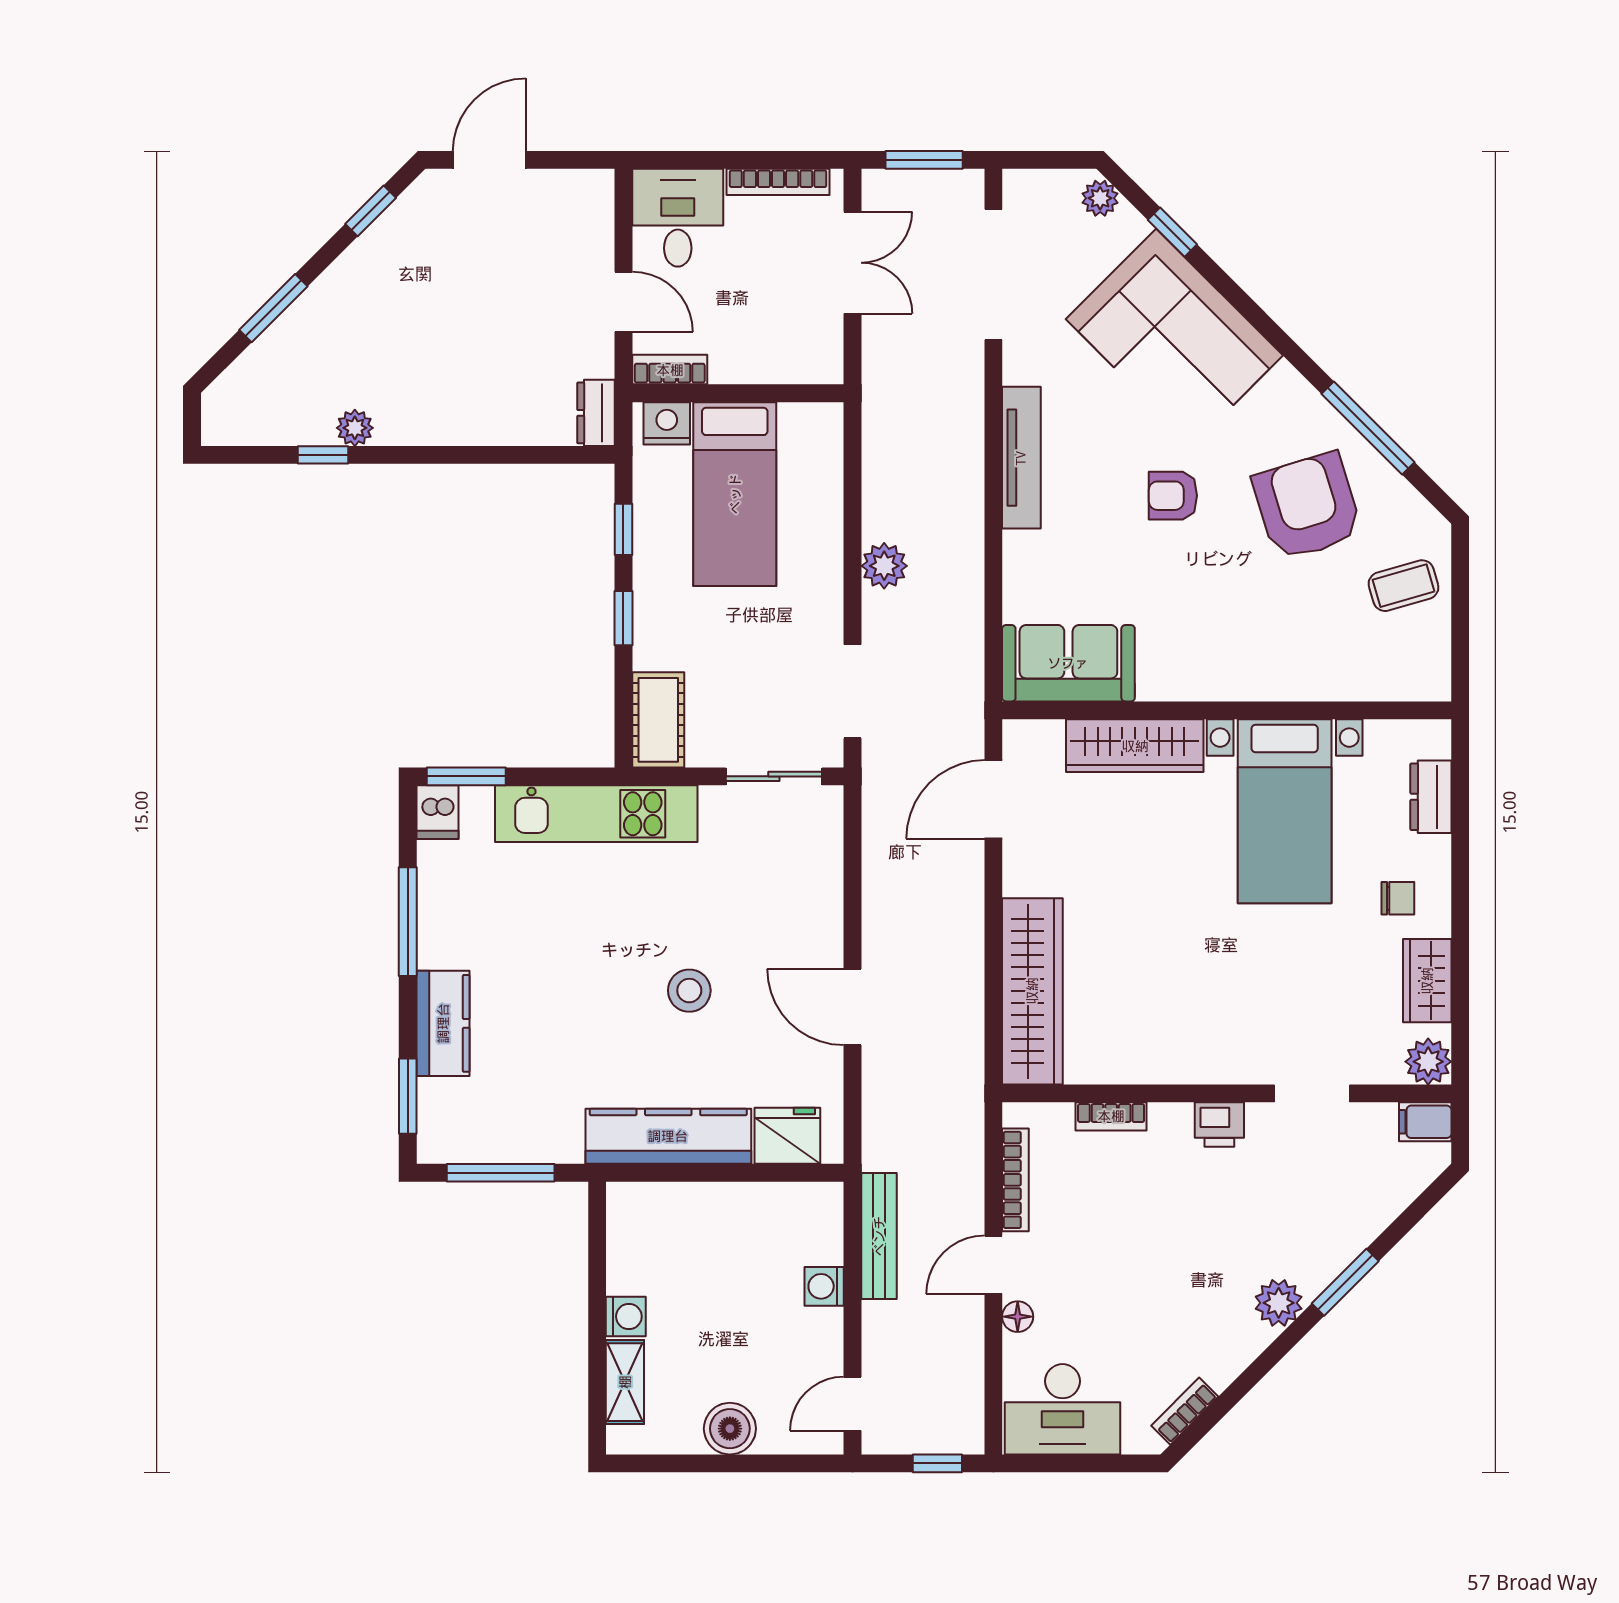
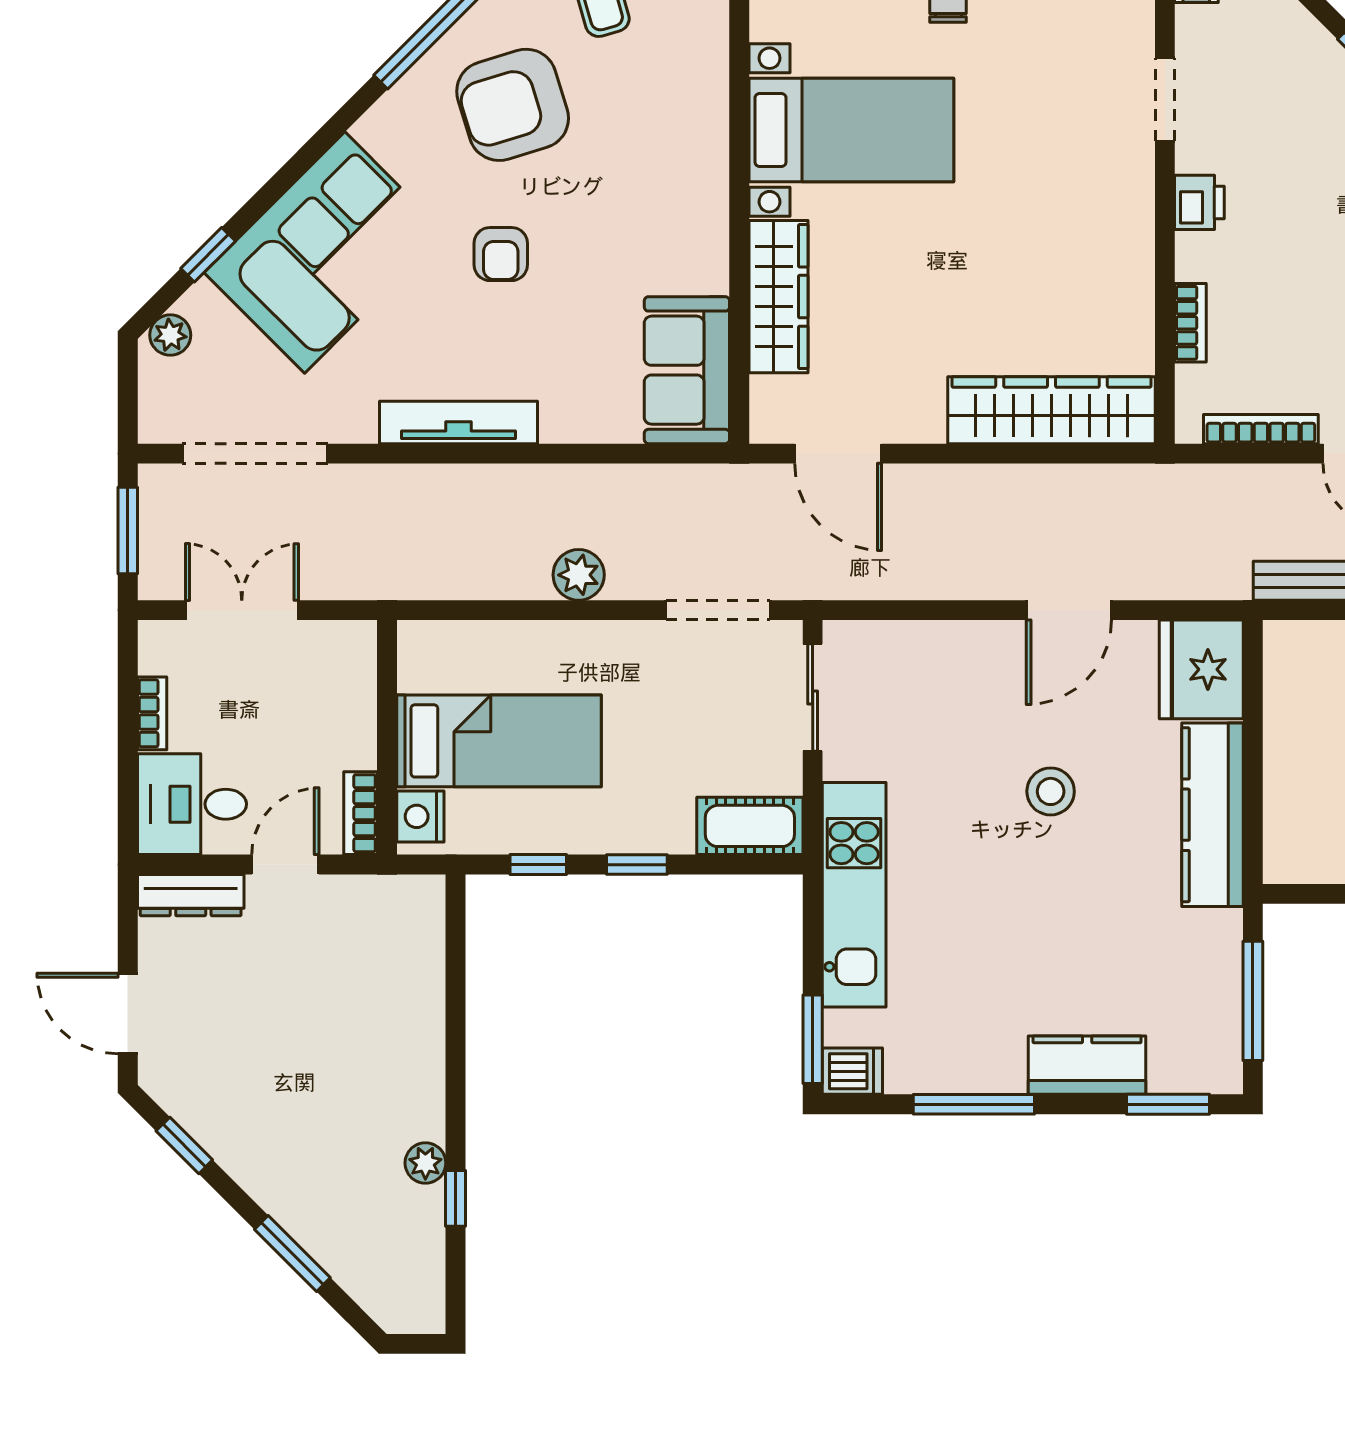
bookcase: (778, 182) -> (152, 713), width x0.64
dresser: (596, 413) -> (191, 895), moved, width x1.44
fridge: (787, 1136) -> (1201, 669), width x1.36, depth x1.34

